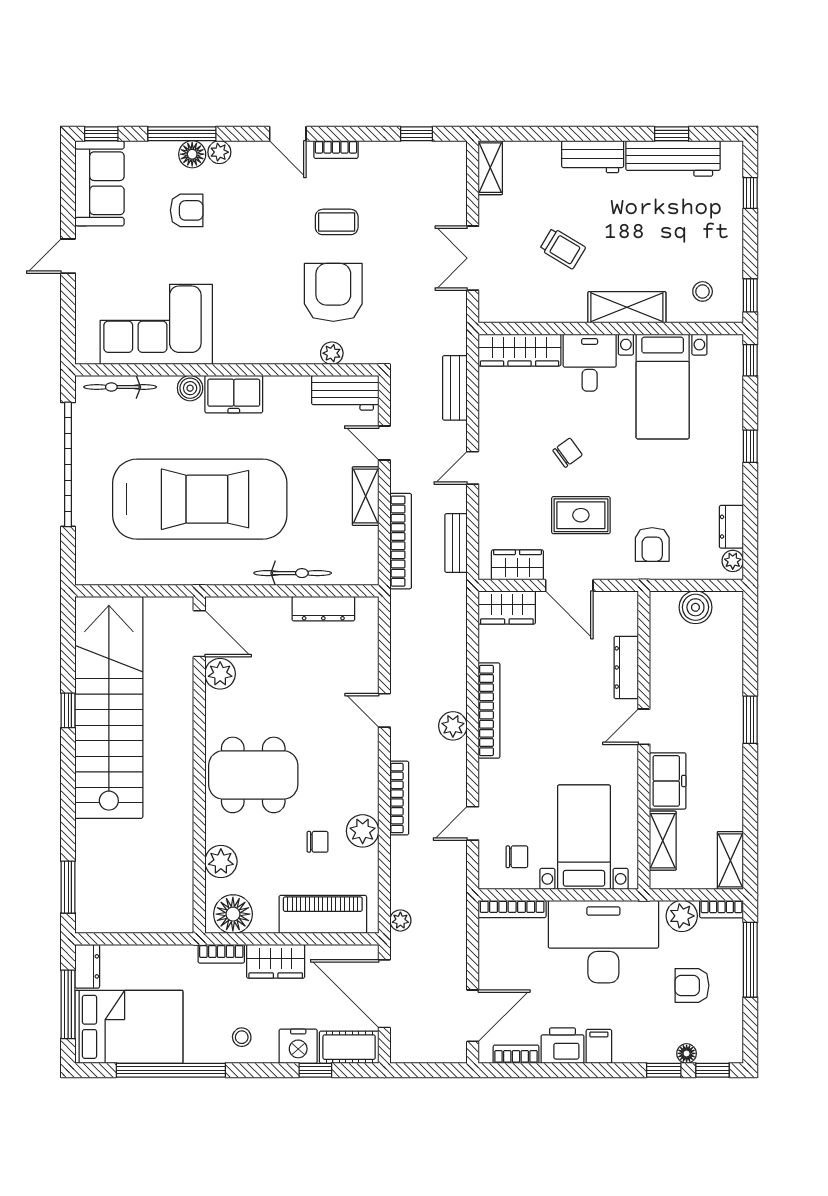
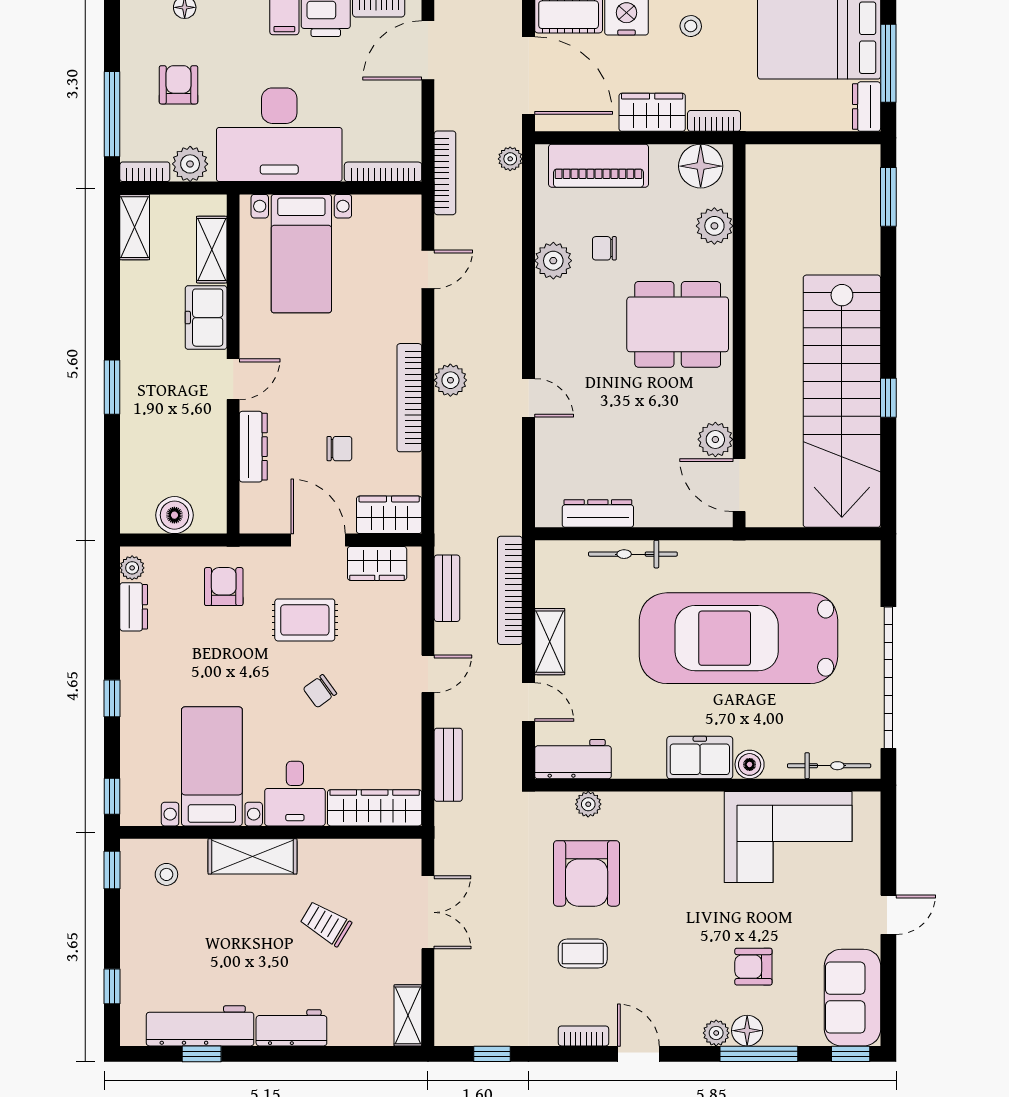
bookcase: (399, 798) -> (445, 173), moved, turned 180
chair: (517, 857) -> (339, 449), moved, turned 180
armchair: (692, 985) -> (178, 85), turned -90

